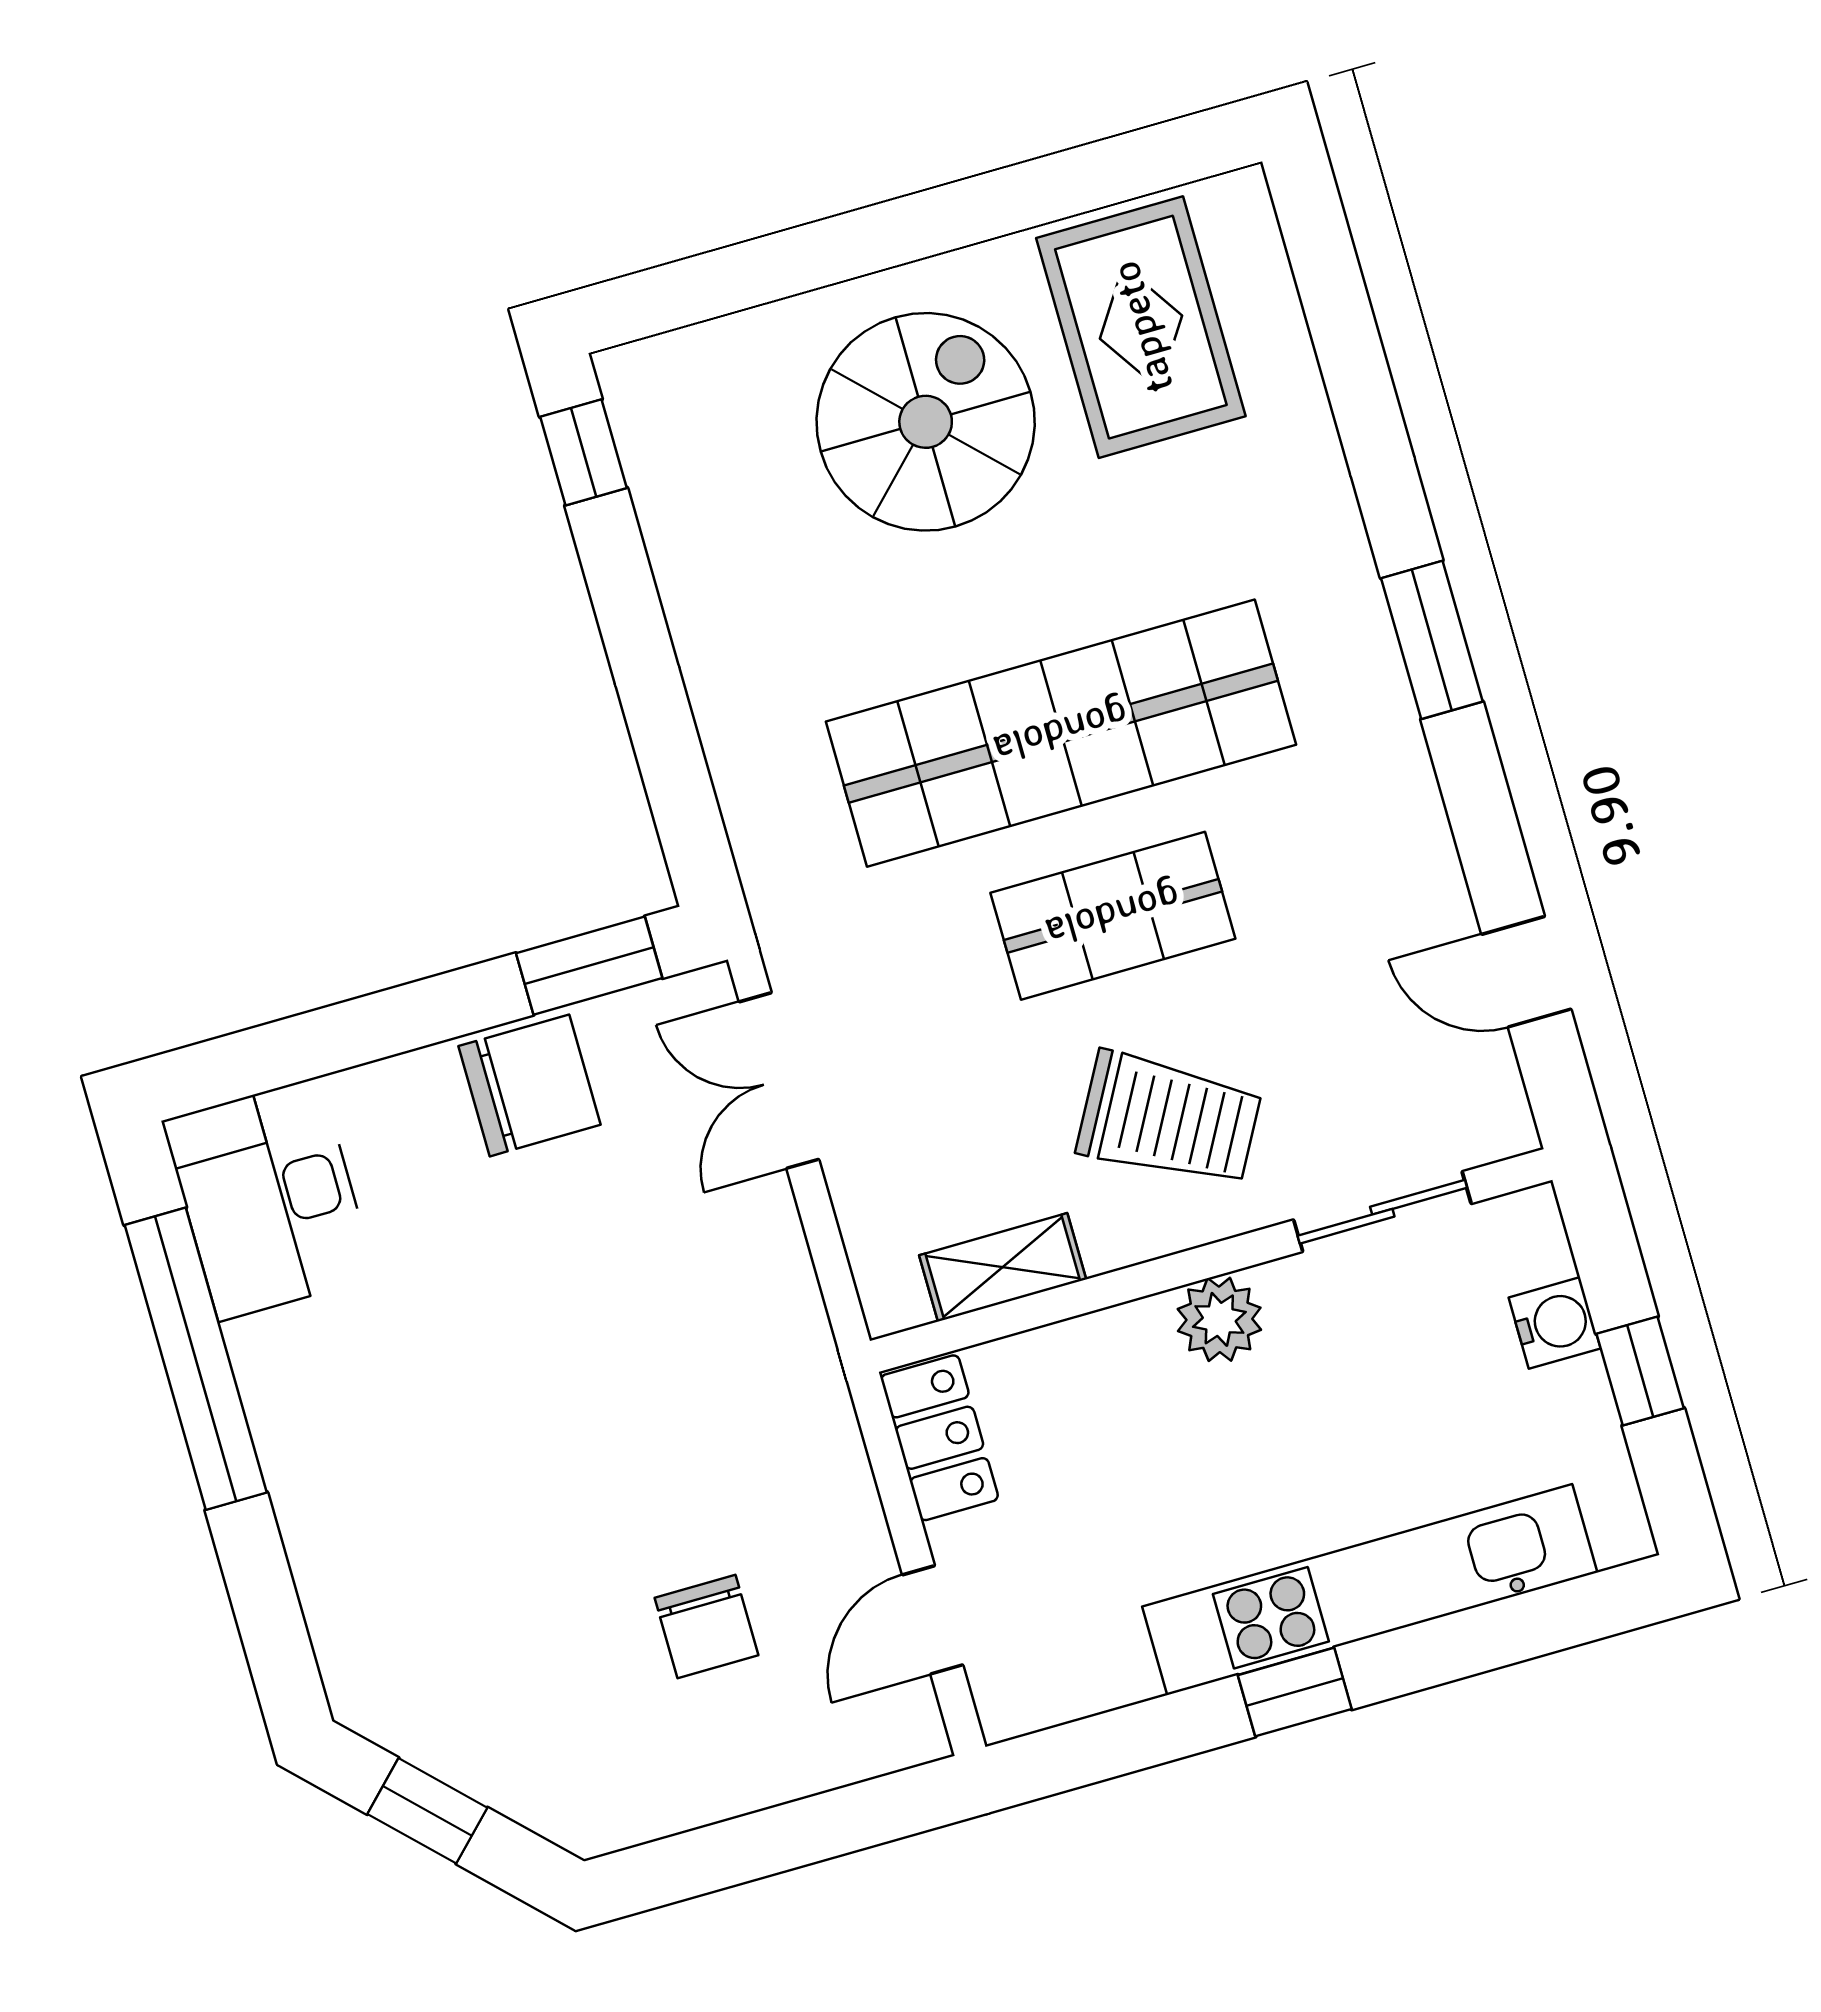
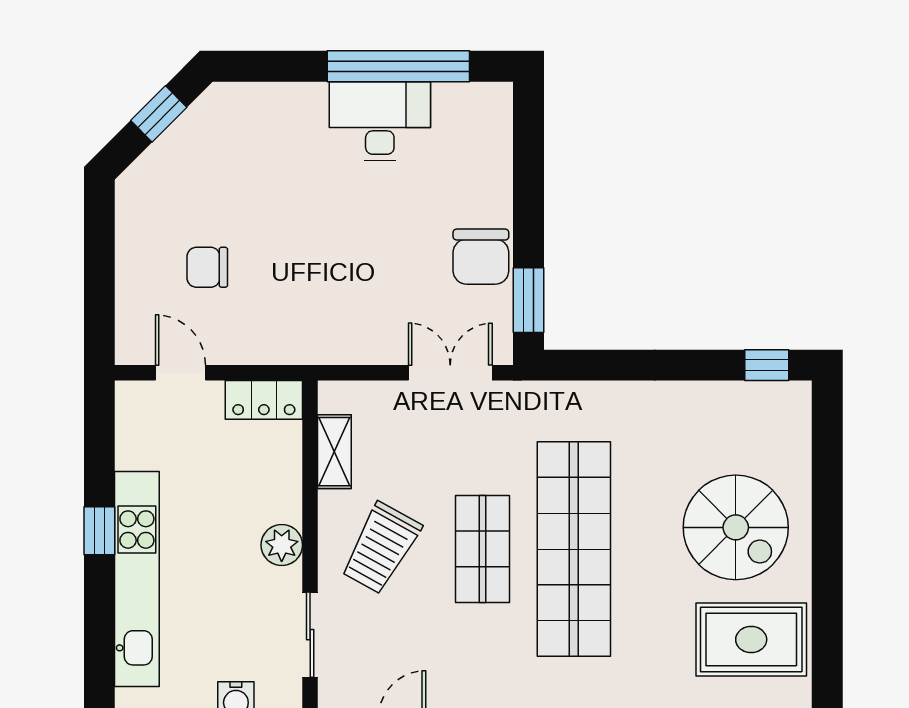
desk: (269, 1199) -> (380, 121), moved

